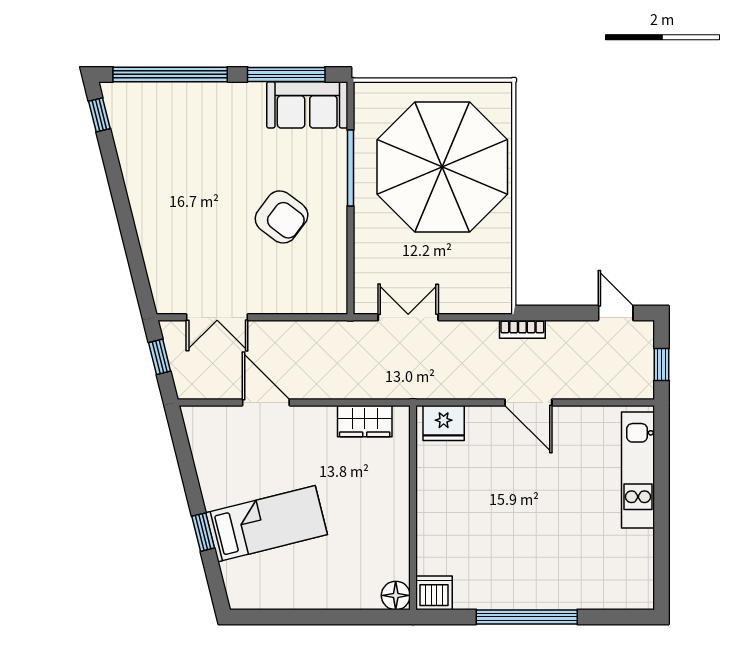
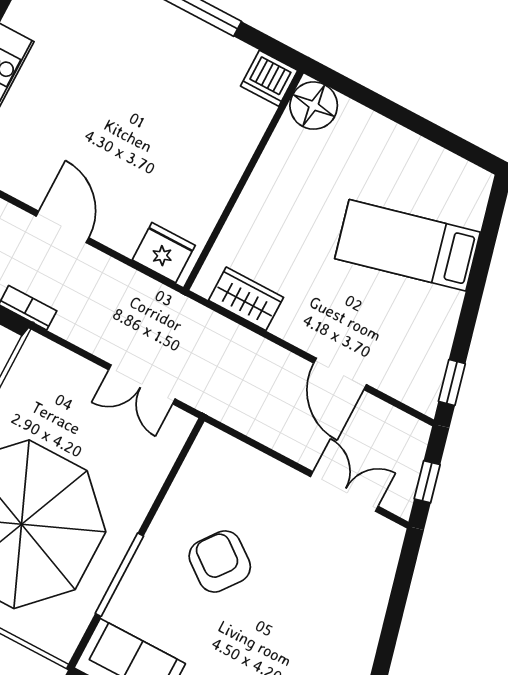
window: (203, 532) -> (452, 382), moved
floor lamp: (396, 595) -> (314, 106), width x1.38, depth x1.38

